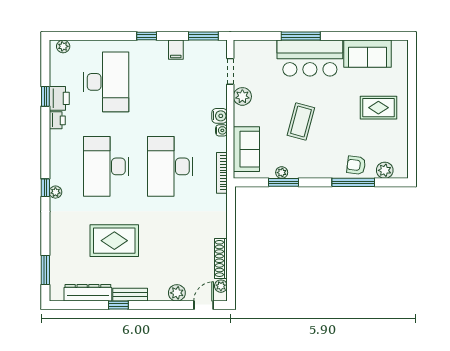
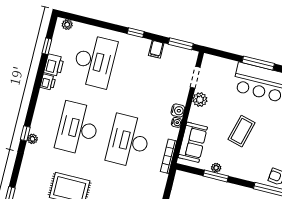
window: (45, 96) -> (47, 46), moved

